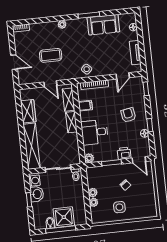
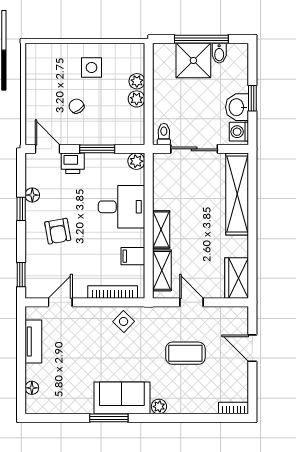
sofa: (103, 25) -> (122, 398), moved
wardrobe: (28, 111) -> (237, 278), moved

